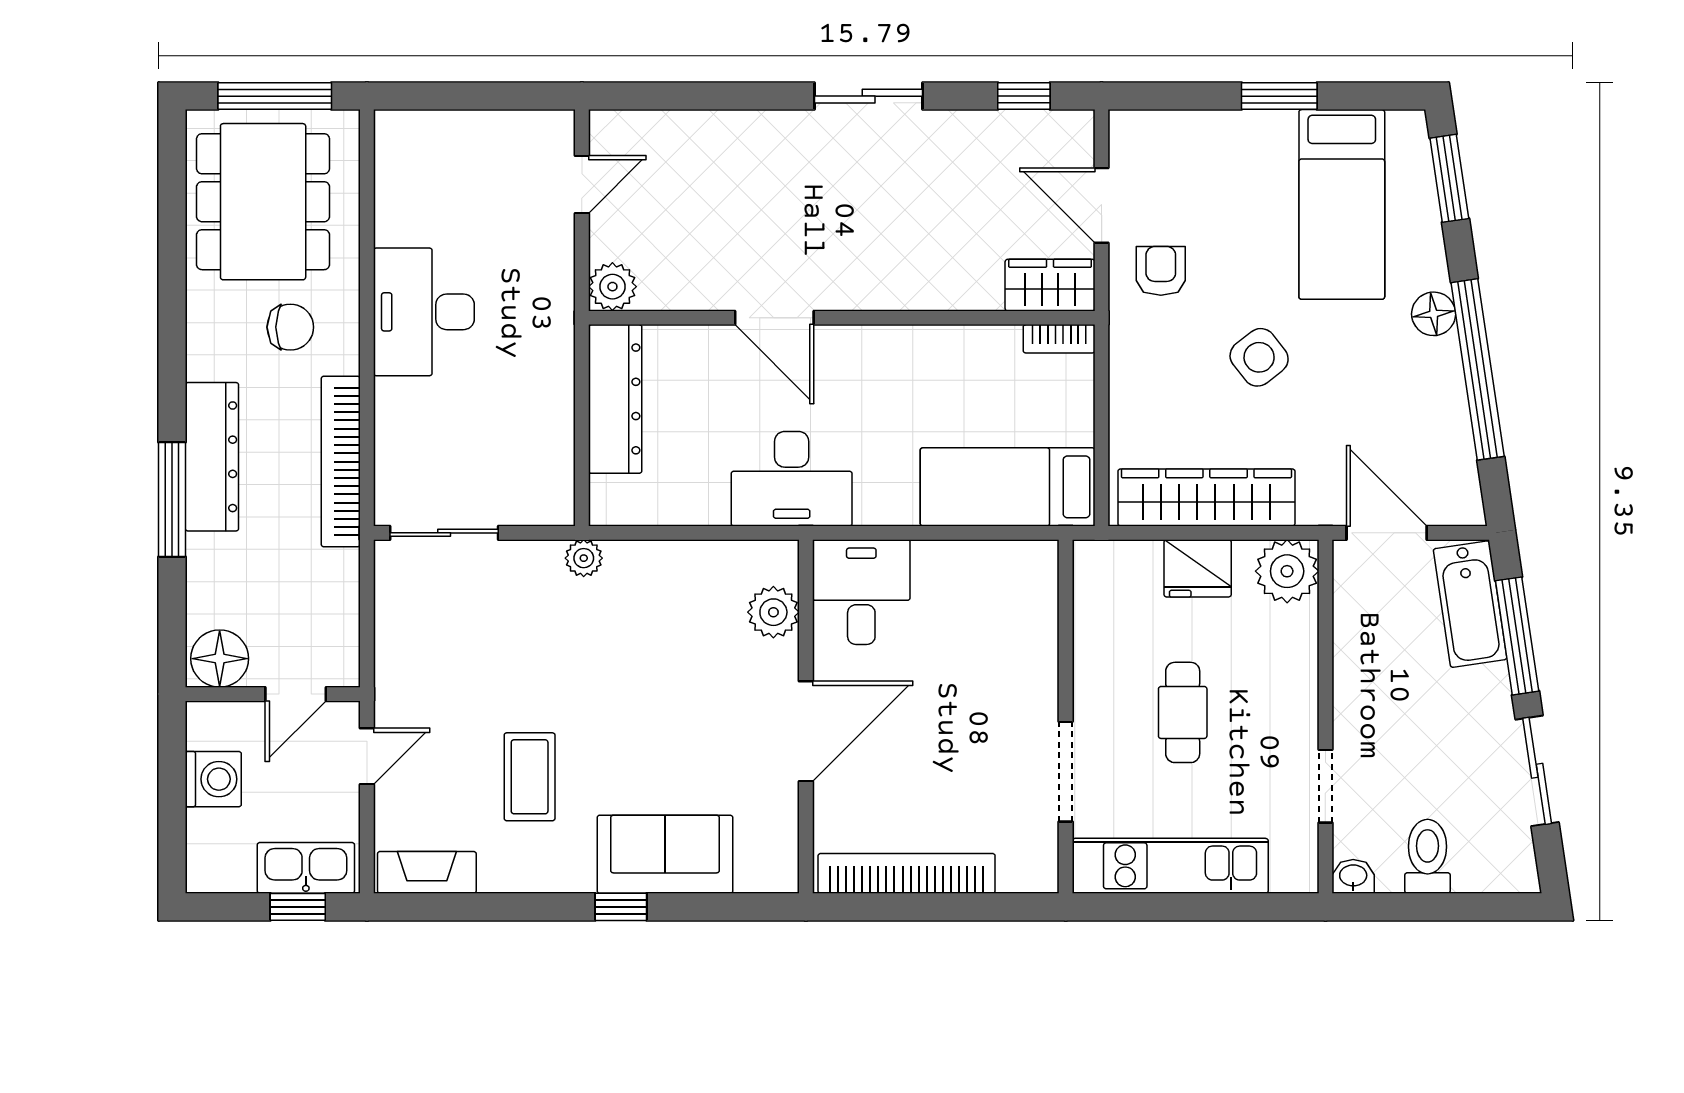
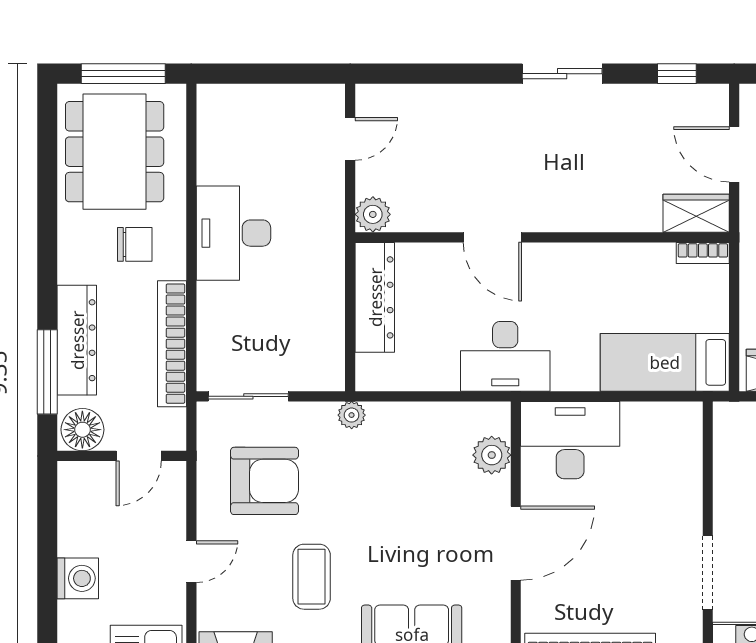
desk: (861, 592) -> (570, 440), width x1.37
armchair: (466, 647) -> (264, 481), added
floor lamp: (220, 659) -> (82, 430), moved
wall: (273, 694) -> (122, 456), moved
door: (296, 694) -> (139, 456), moved

